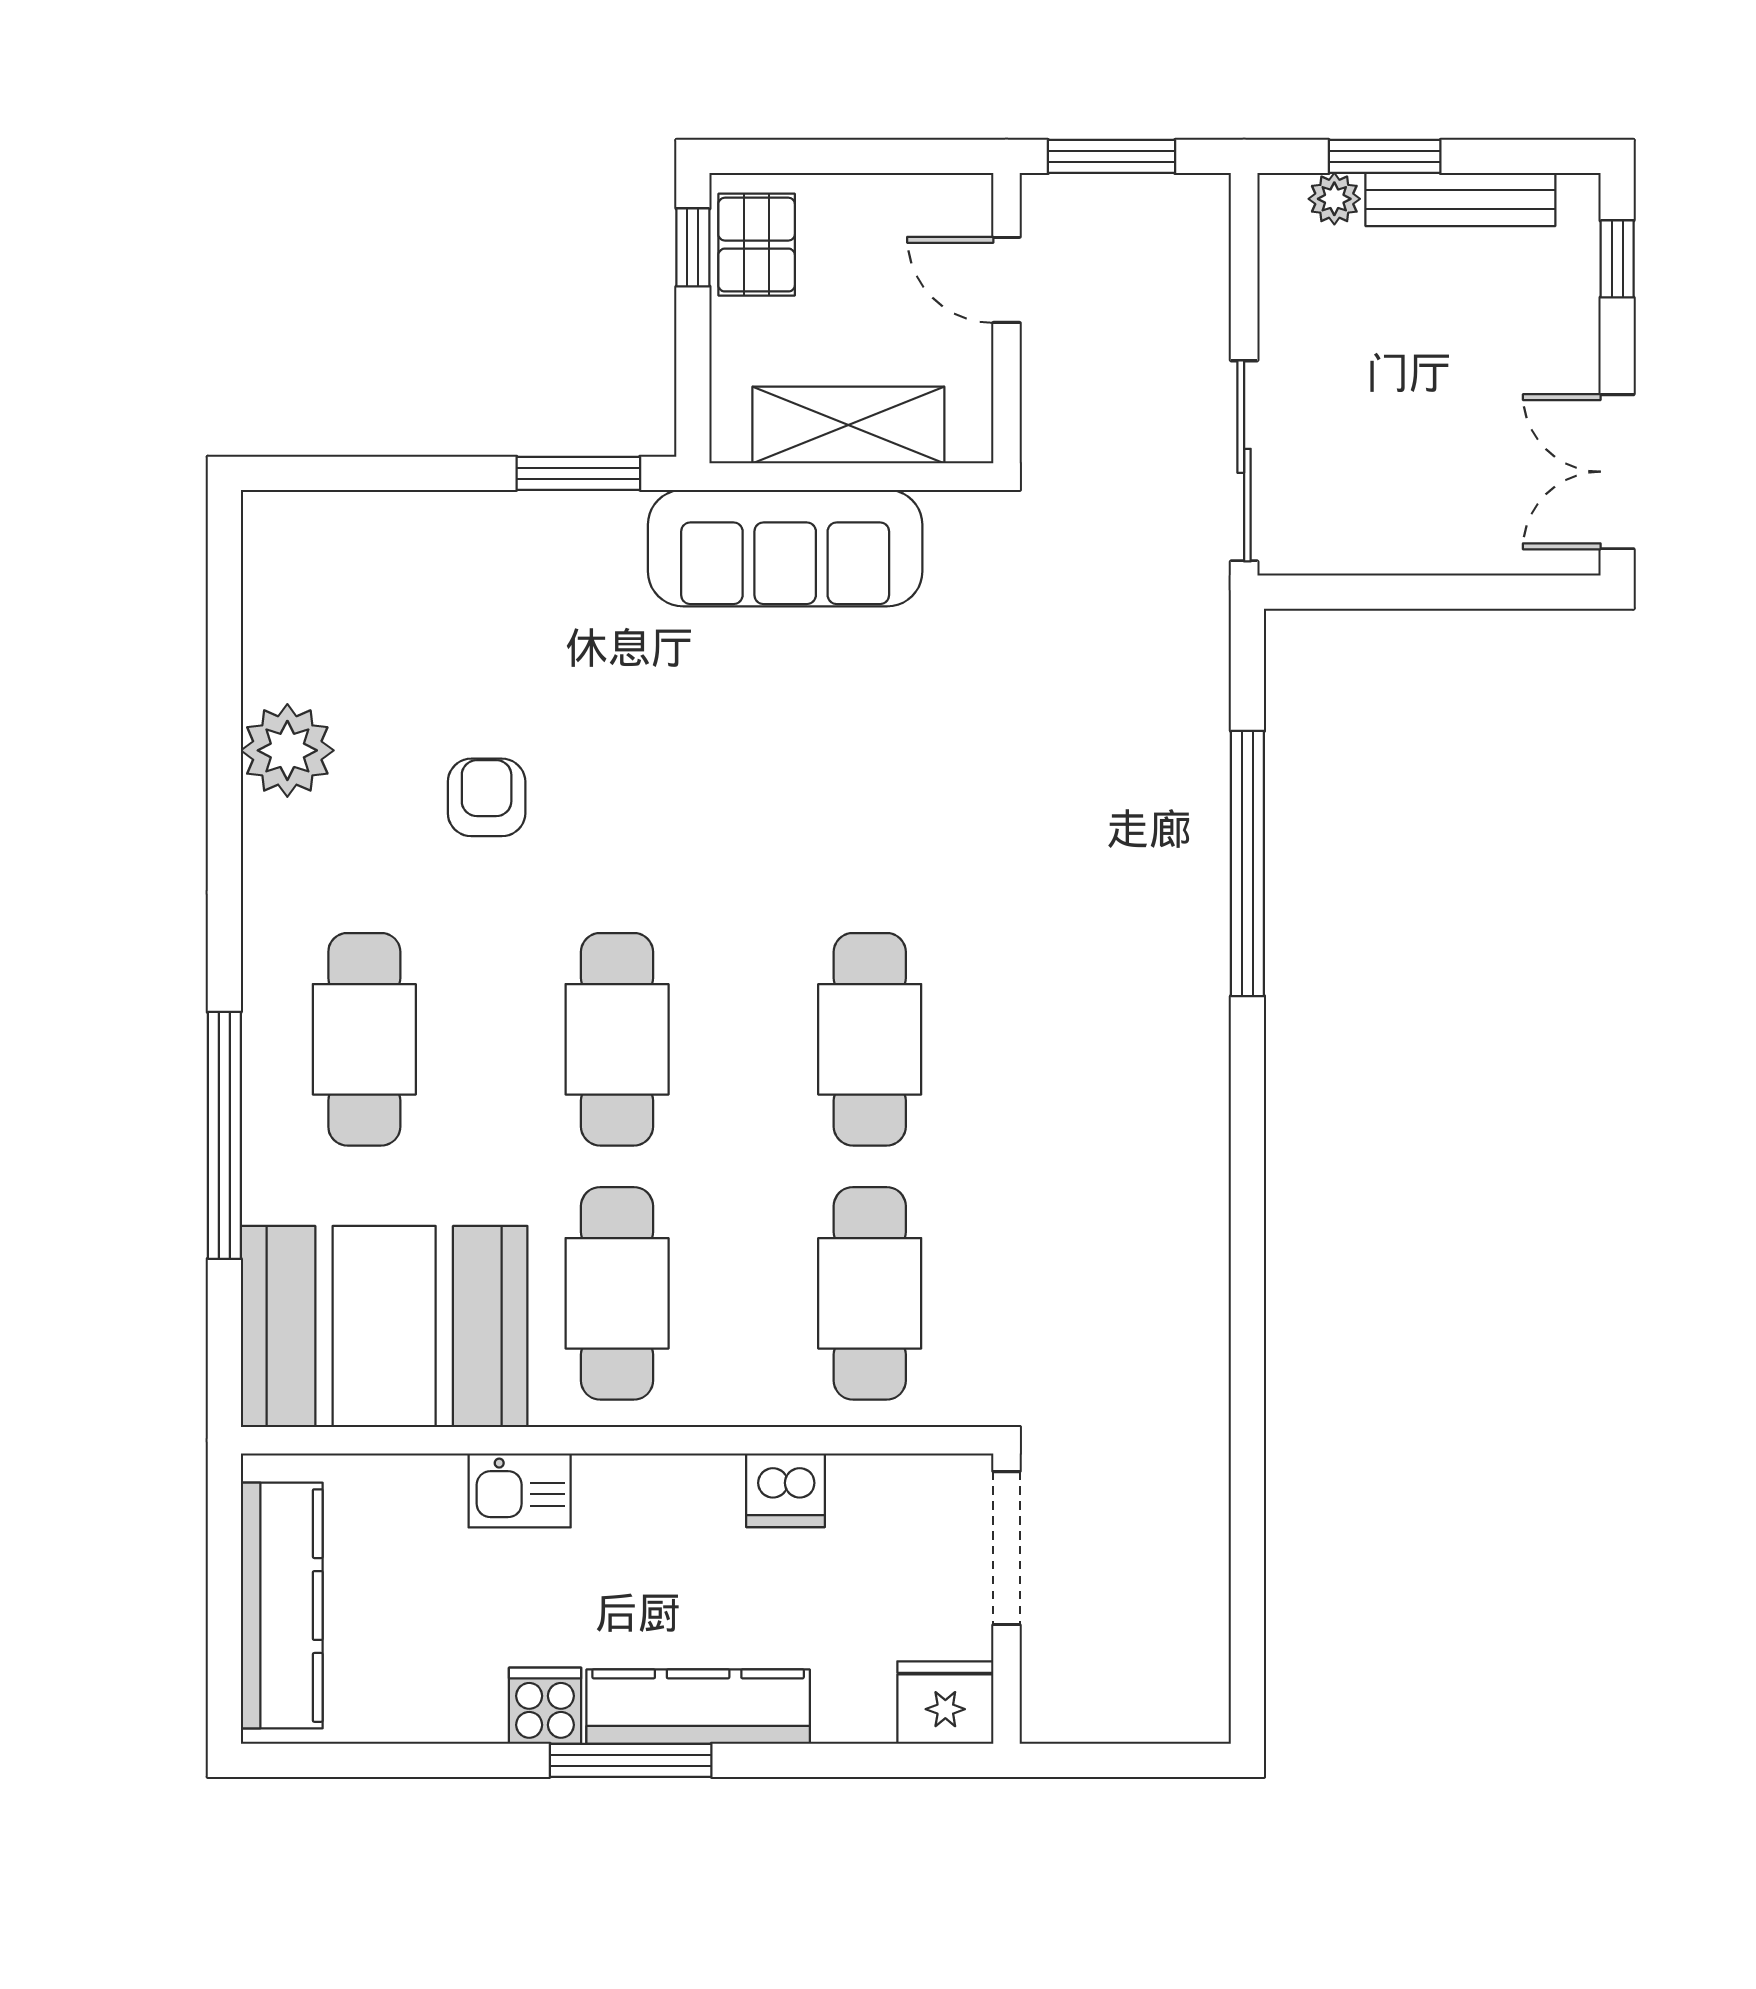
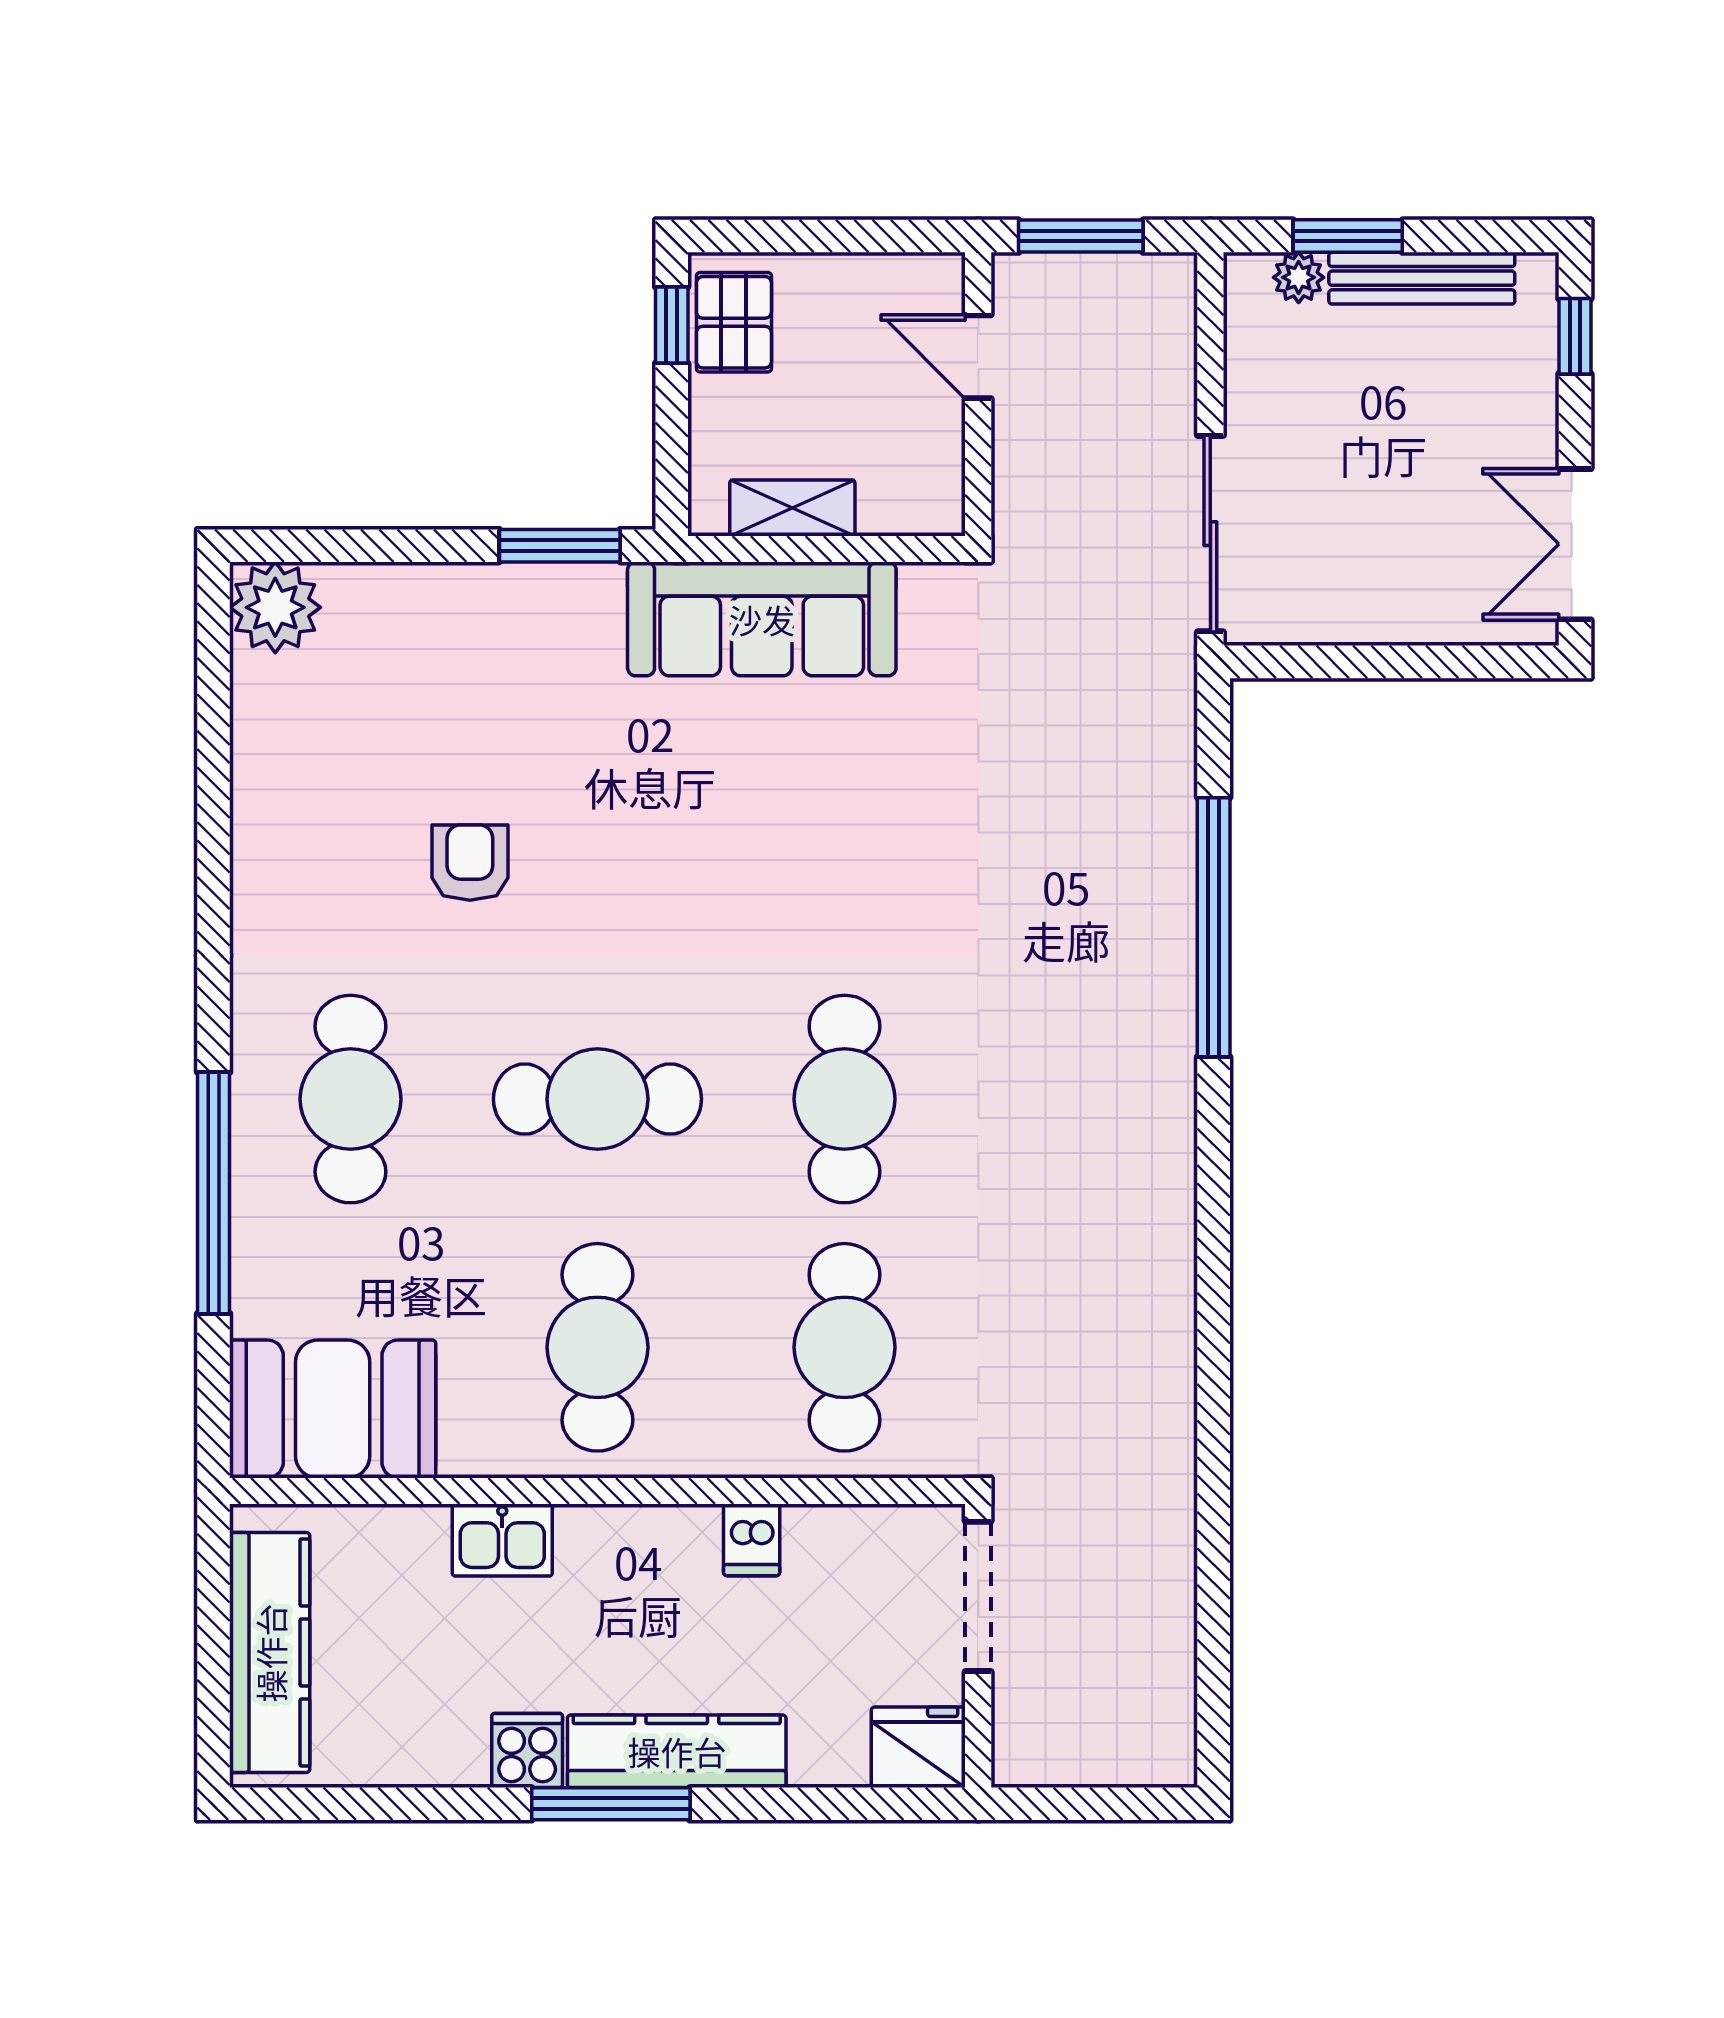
shelving: (848, 425) -> (792, 508), width x0.67, depth x0.75
plant: (287, 750) -> (275, 607), moved
cafe table: (617, 1039) -> (597, 1099), turned 90
booth: (384, 1326) -> (333, 1409), width x0.73, depth x0.70
dishwasher: (786, 1490) -> (752, 1540), width x0.73

